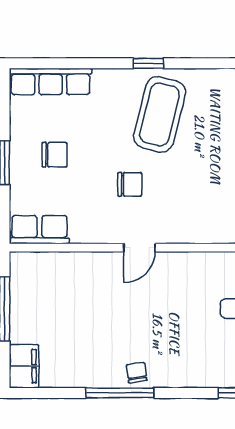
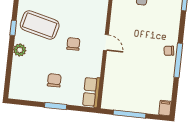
plant: (106, 81) -> (20, 50), added
row of seats: (51, 82) -> (17, 78), removed
filing cabinet: (24, 366) -> (165, 108), width x0.50

